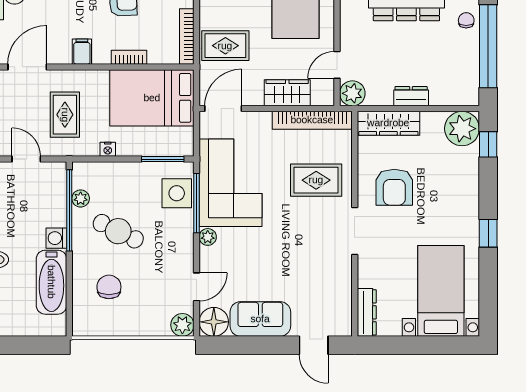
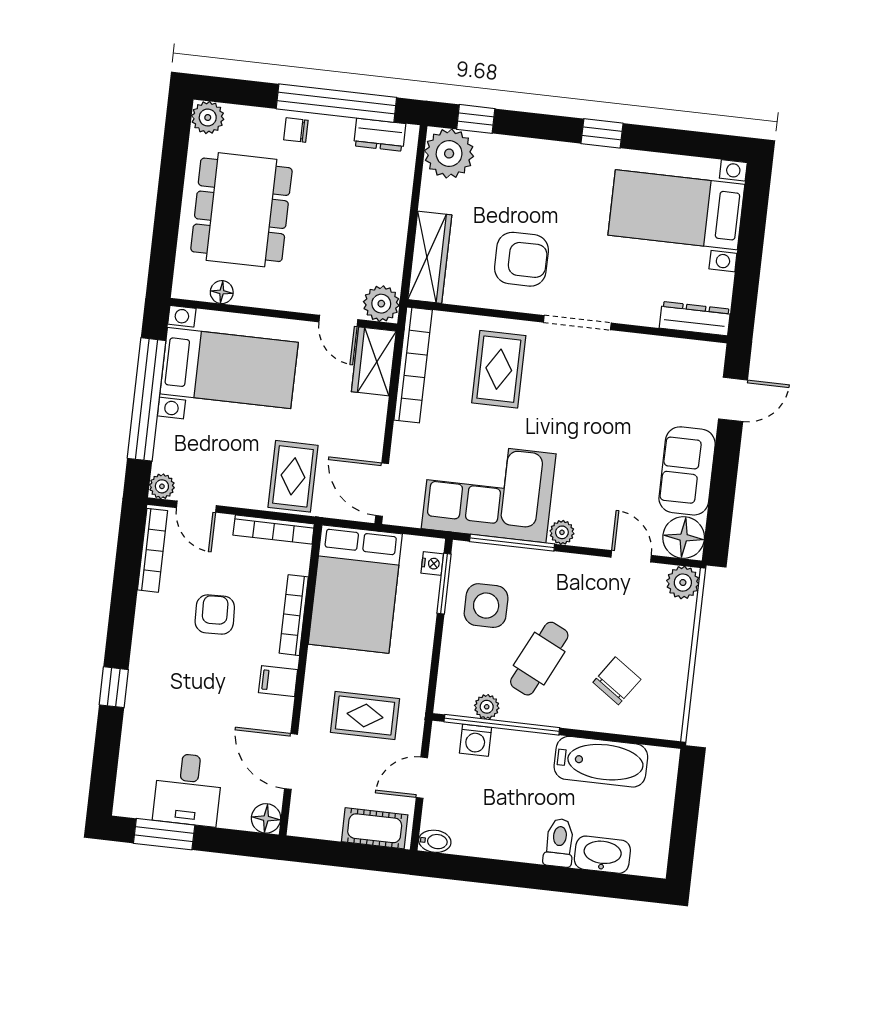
bookcase: (129, 57) -> (294, 615), width x1.56
wardrobe: (287, 93) -> (374, 361), moved
dresser: (411, 96) -> (380, 135), moved, turned -90
nightstand: (108, 149) -> (432, 563), moved
side table: (177, 193) -> (486, 606), moved
washing machine: (56, 238) -> (475, 740), moved
chair: (109, 287) -> (617, 681), turned 125

